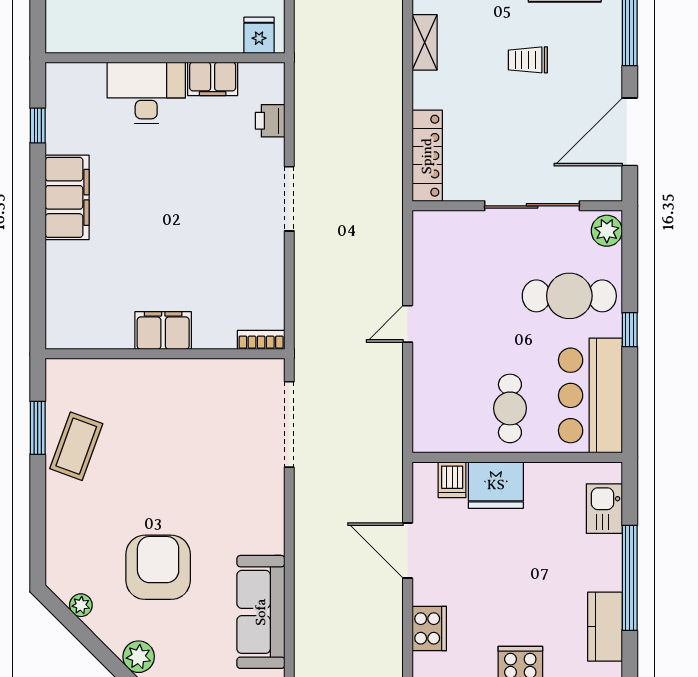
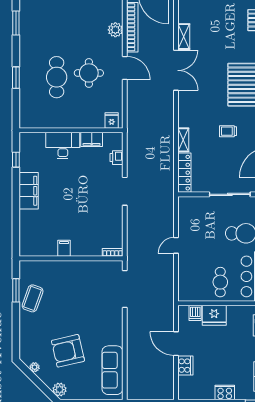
shelving: (425, 42) -> (183, 140), moved
filing cabinet: (163, 330) -> (64, 248), width x0.50
armchair: (158, 567) -> (68, 351), turned -103
cooker: (429, 628) -> (185, 366), moved

